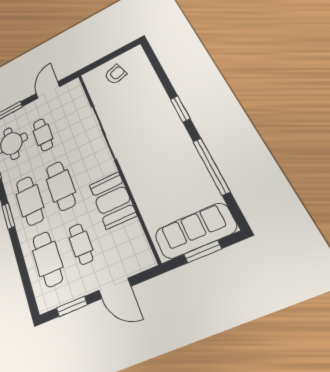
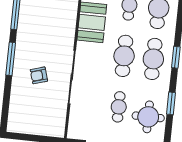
armchair: (115, 74) -> (39, 75), moved
window: (180, 109) -> (11, 59), width x1.44

